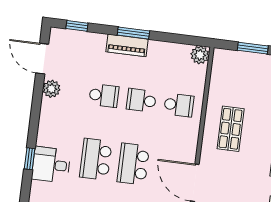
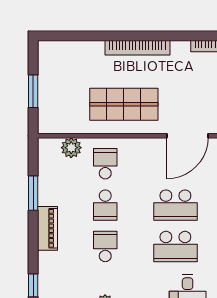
window: (133, 33) -> (33, 193), moved
plant: (200, 55) -> (71, 148), moved
shop shelf: (231, 129) -> (124, 104), width x1.43, depth x1.36

